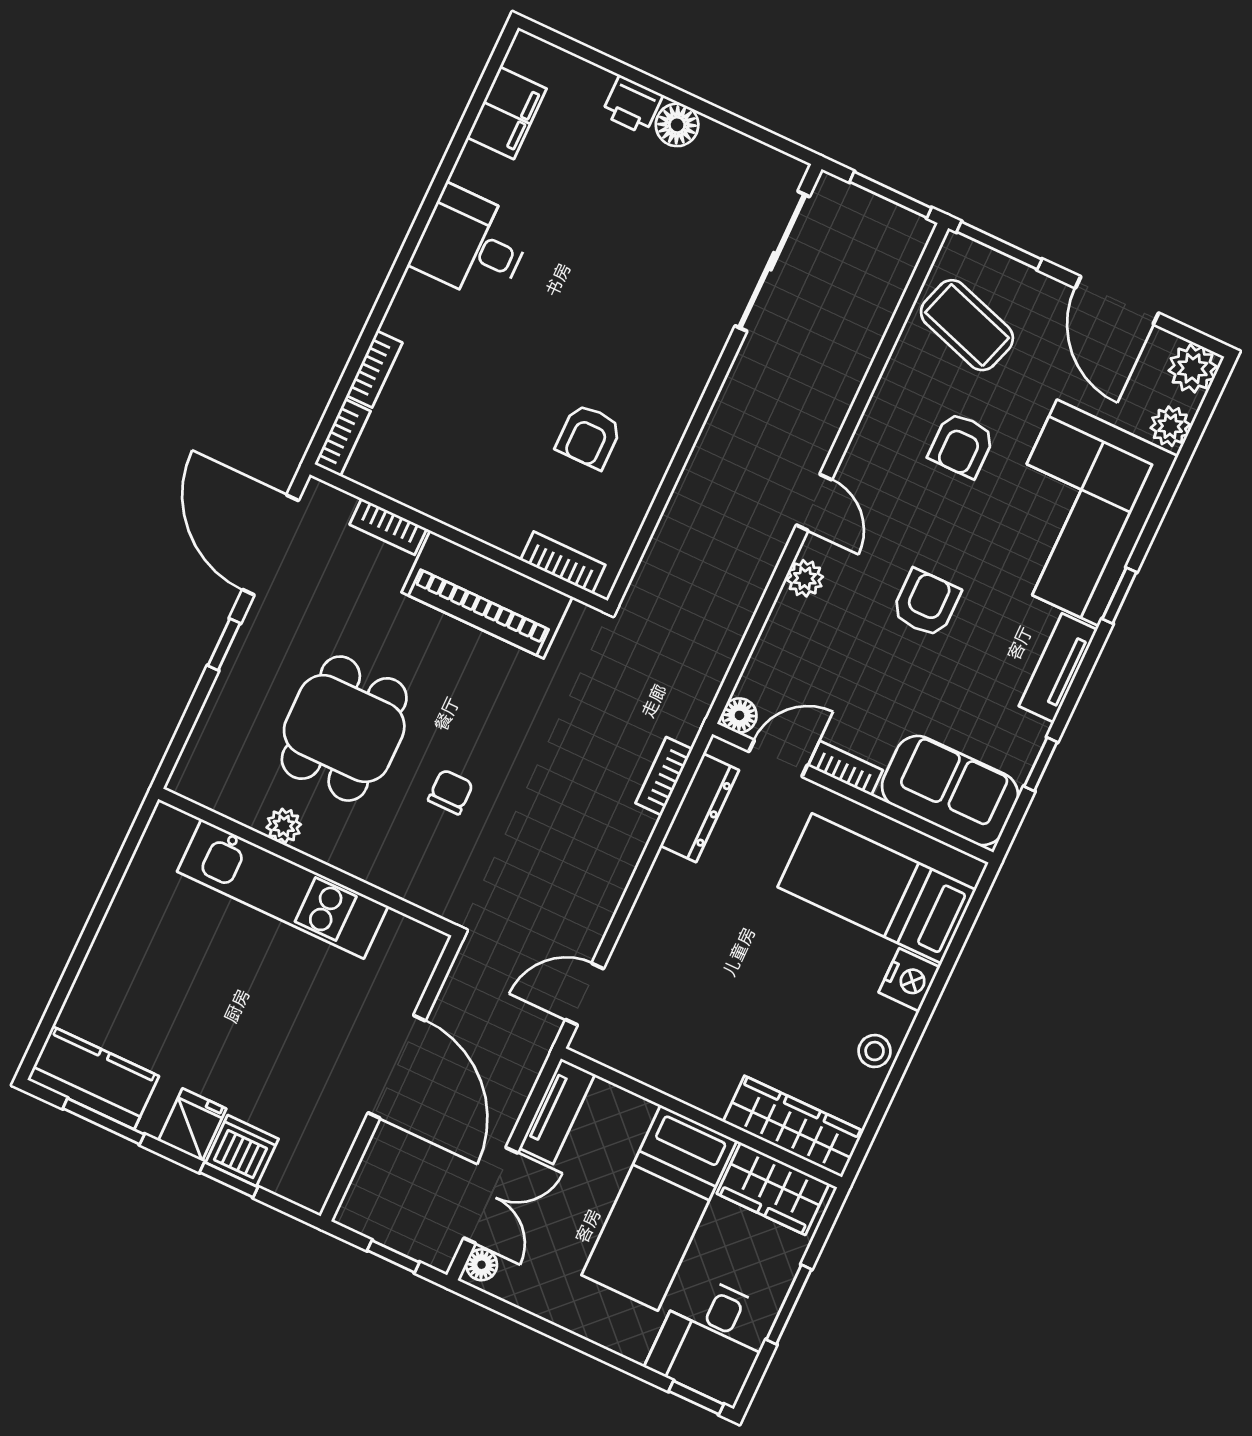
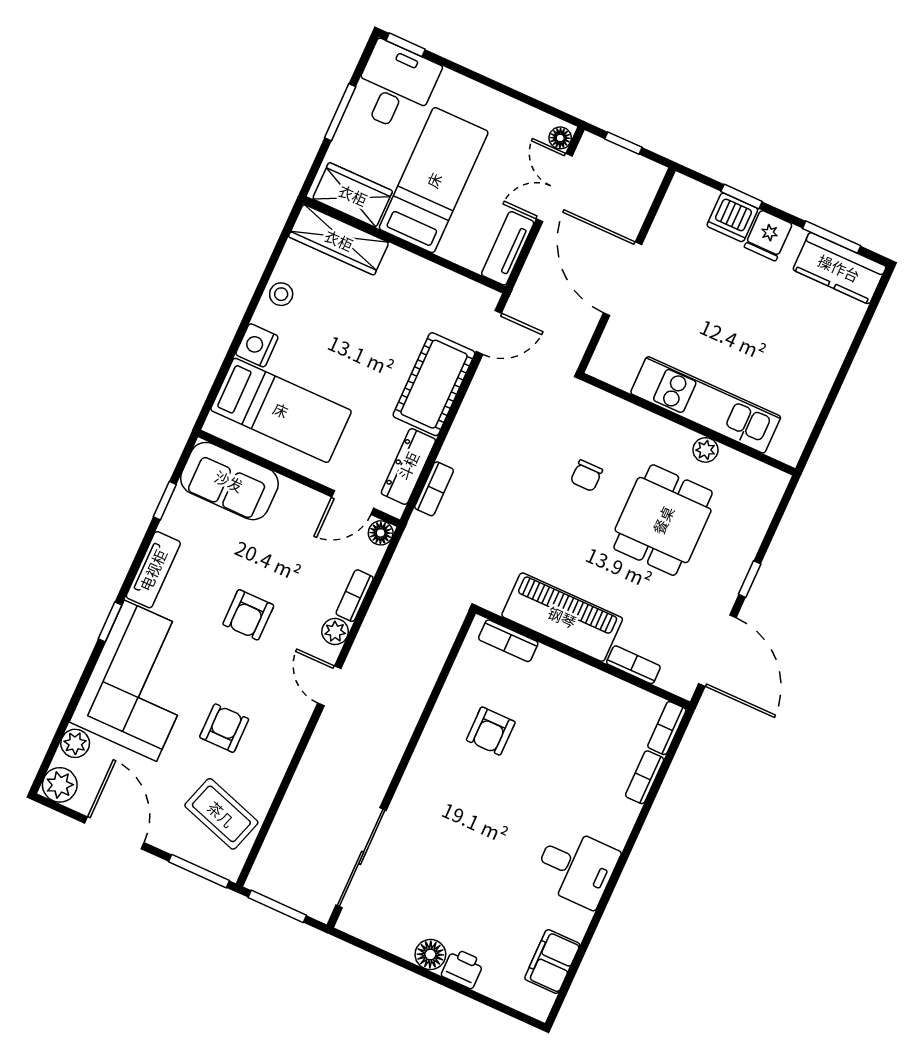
armchair: (589, 436) -> (491, 731), turned 180
bookcase: (845, 768) -> (355, 596), moved, turned 90
cot: (662, 923) -> (434, 384), added

